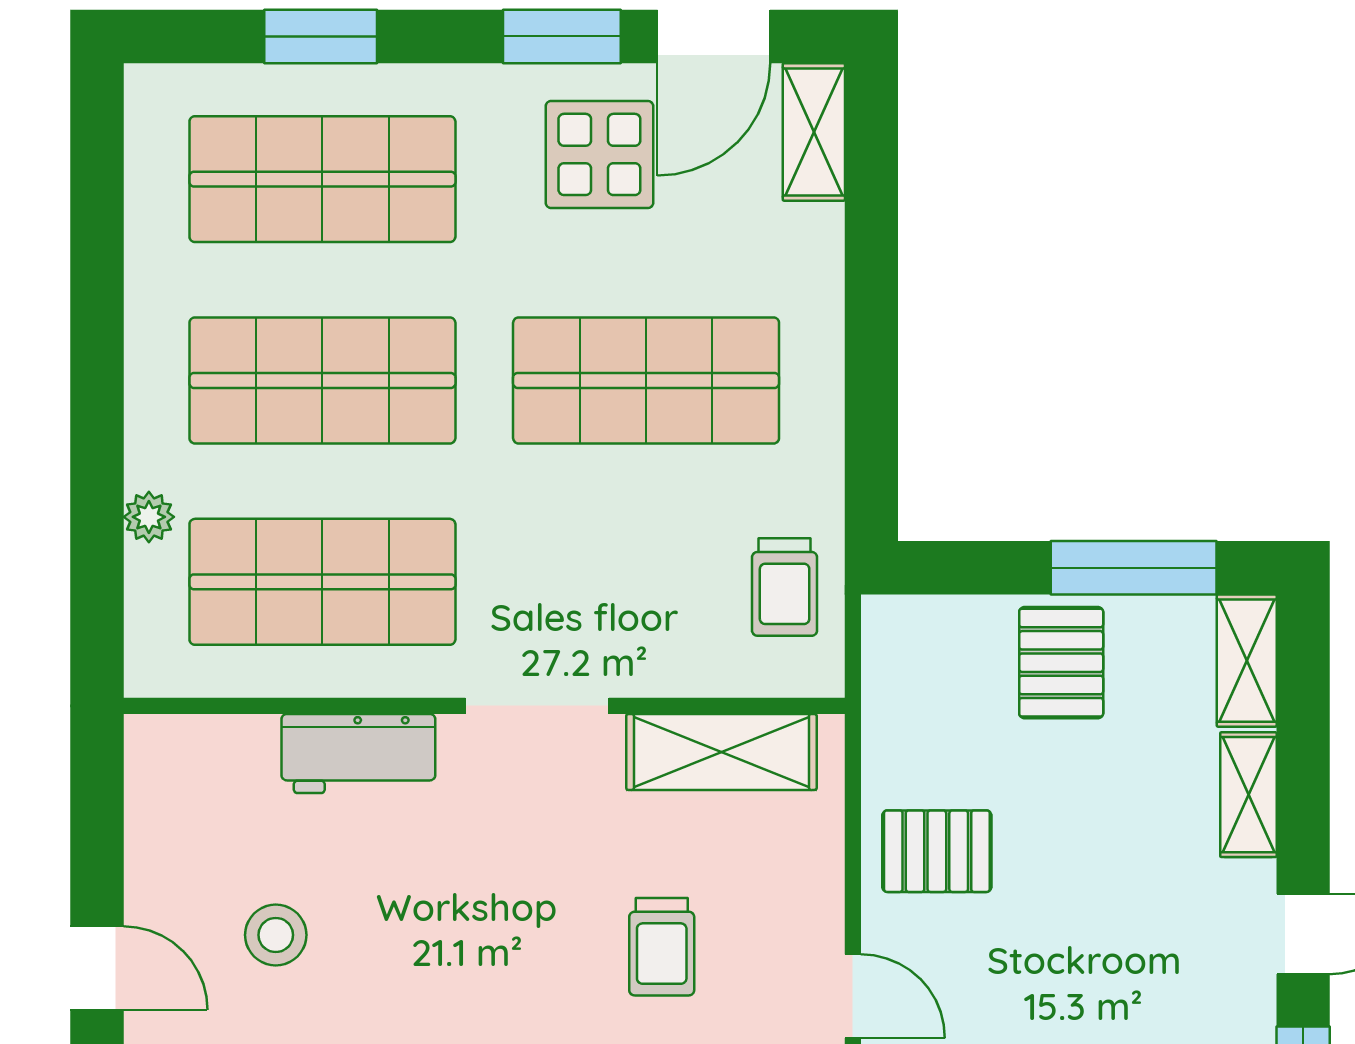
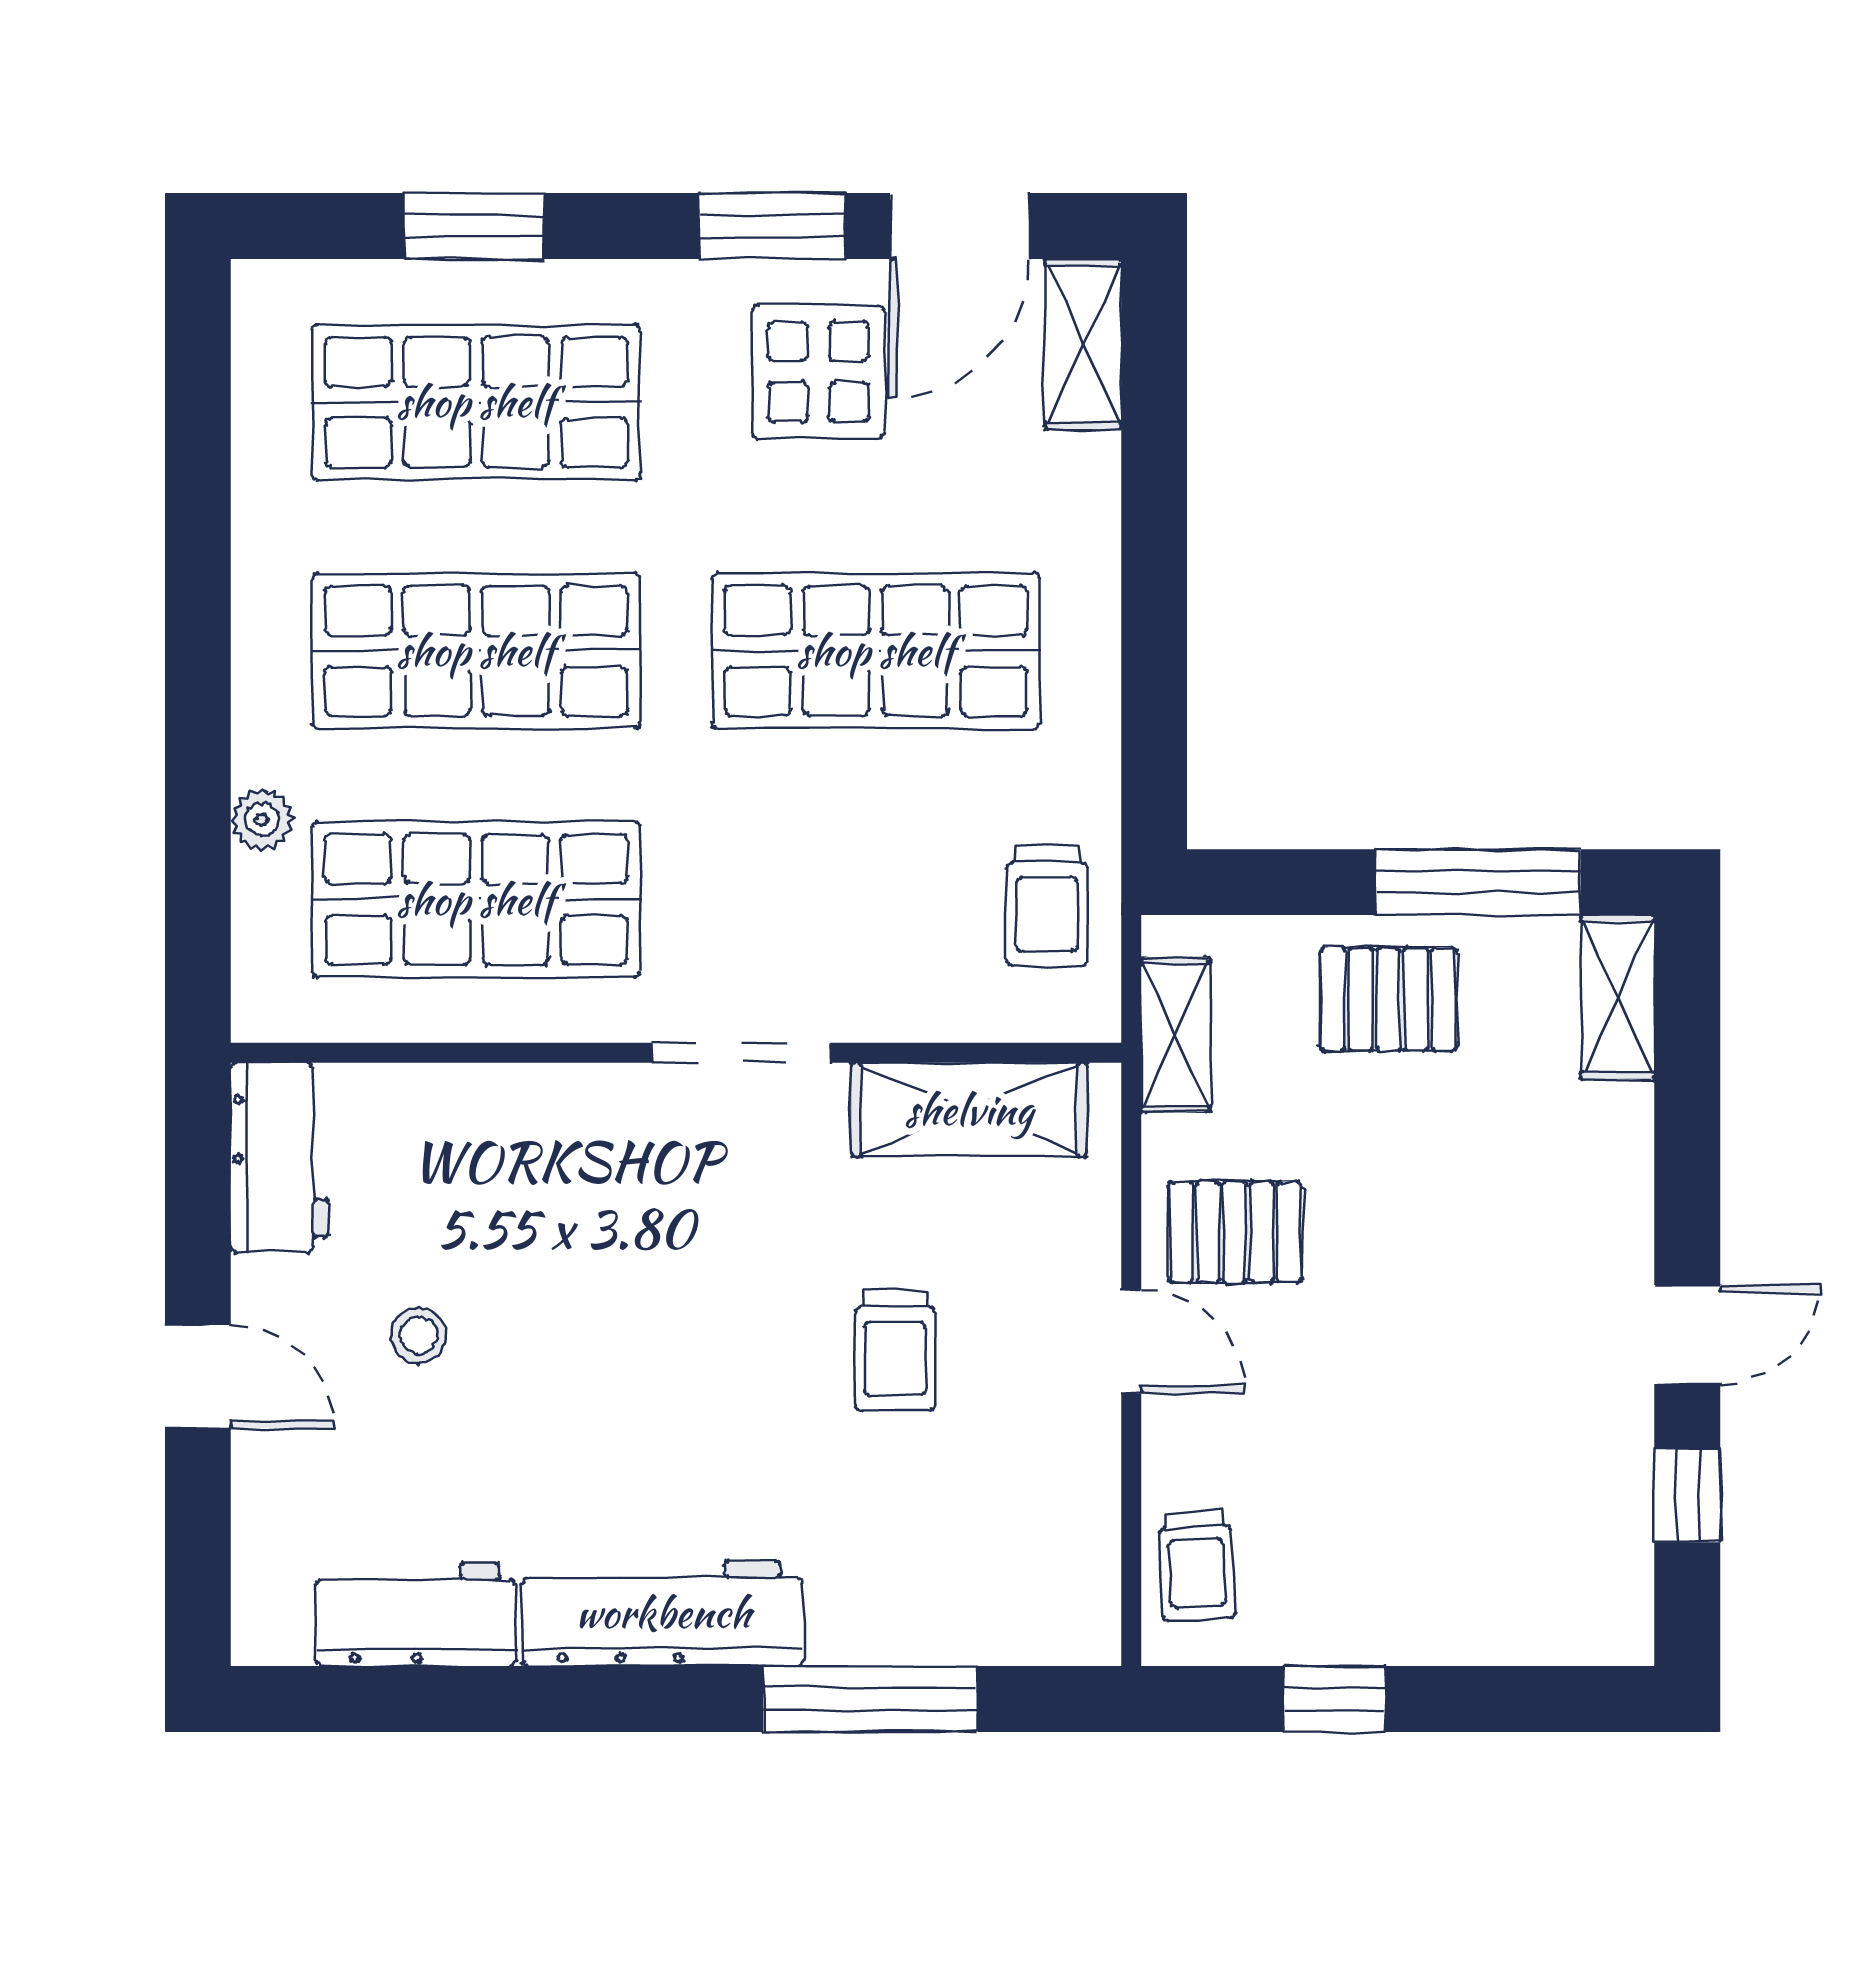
pallet: (1061, 663) -> (1389, 999), turned 90
workbench: (358, 754) -> (280, 1157), moved, turned -90
shelving: (1248, 795) -> (1176, 1035), moved
stool: (276, 935) -> (419, 1336), width x0.73, depth x0.73
door: (853, 996) -> (1131, 1342), moved

